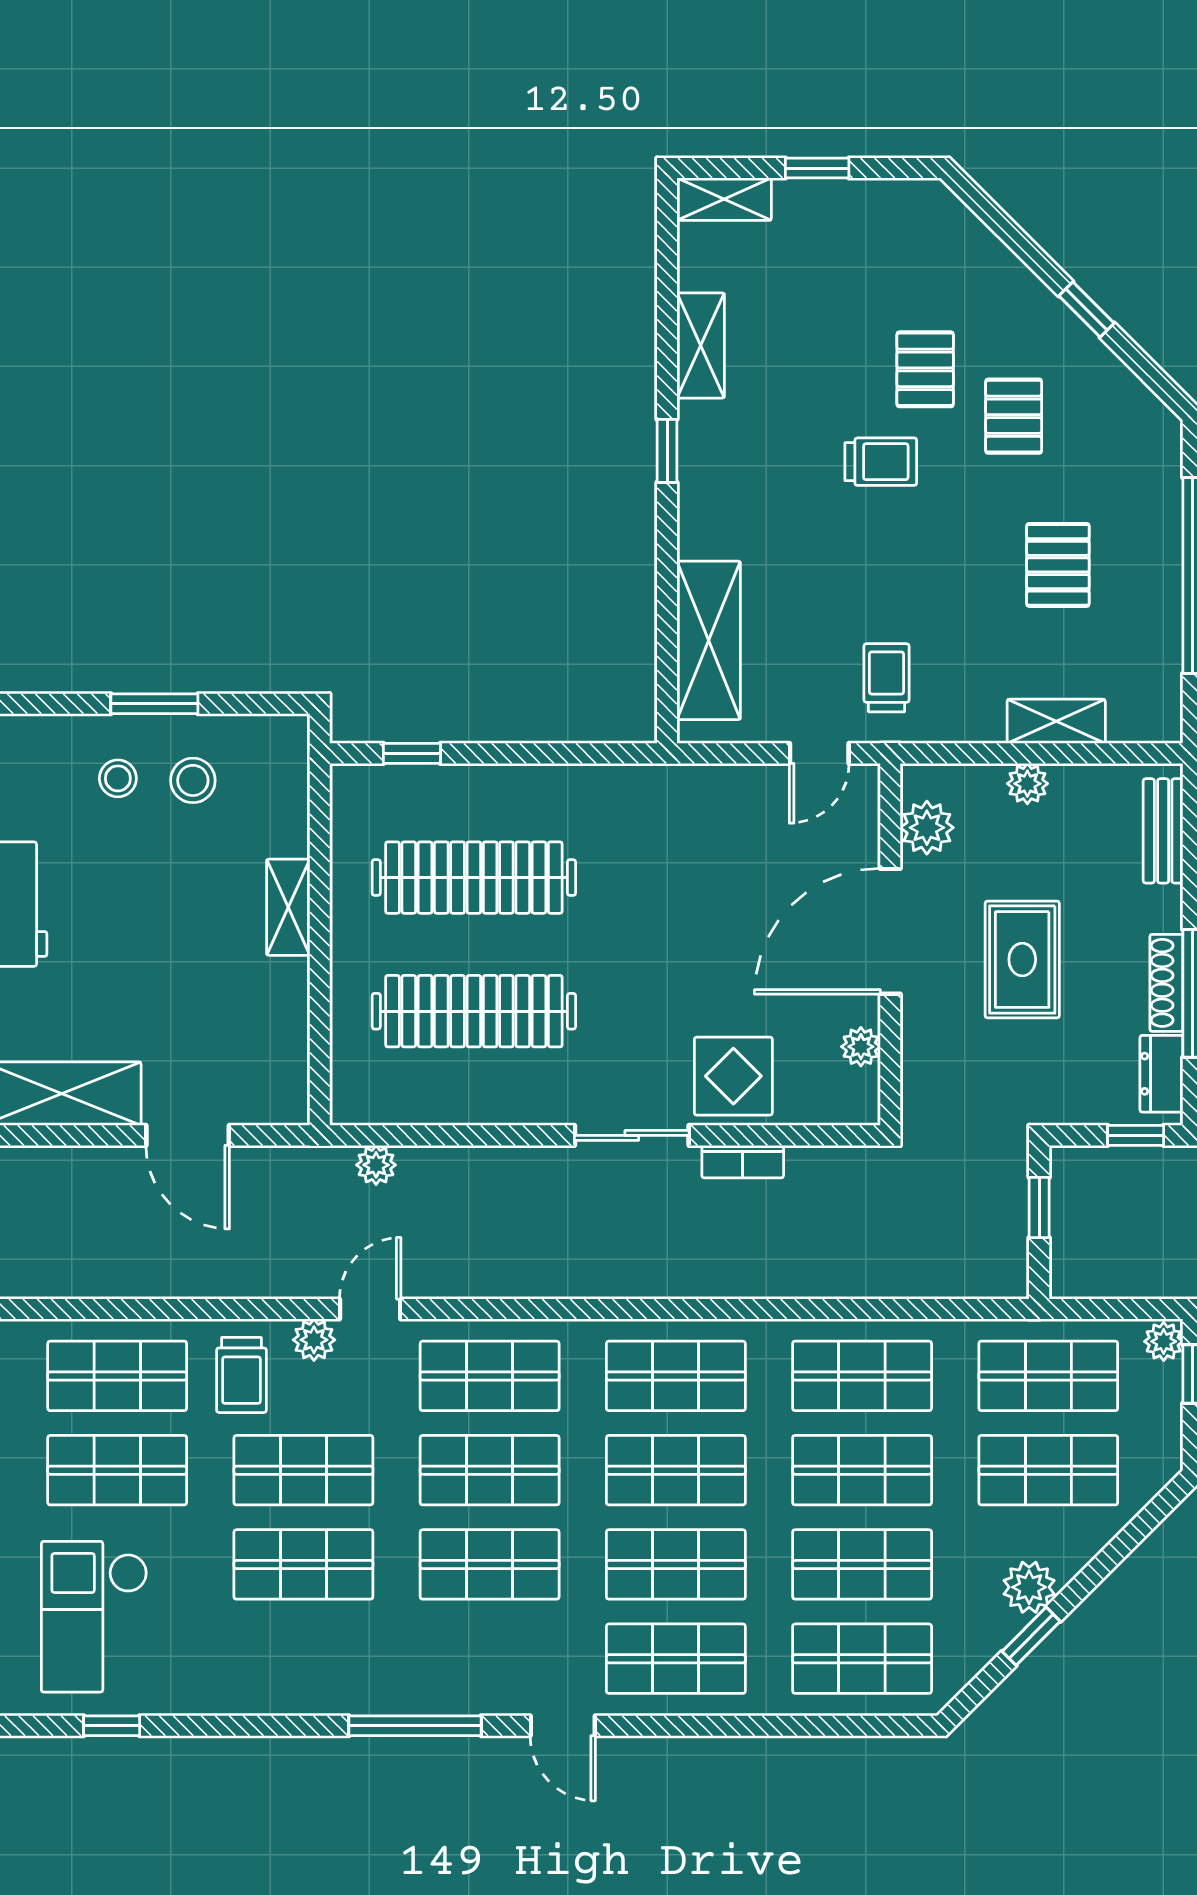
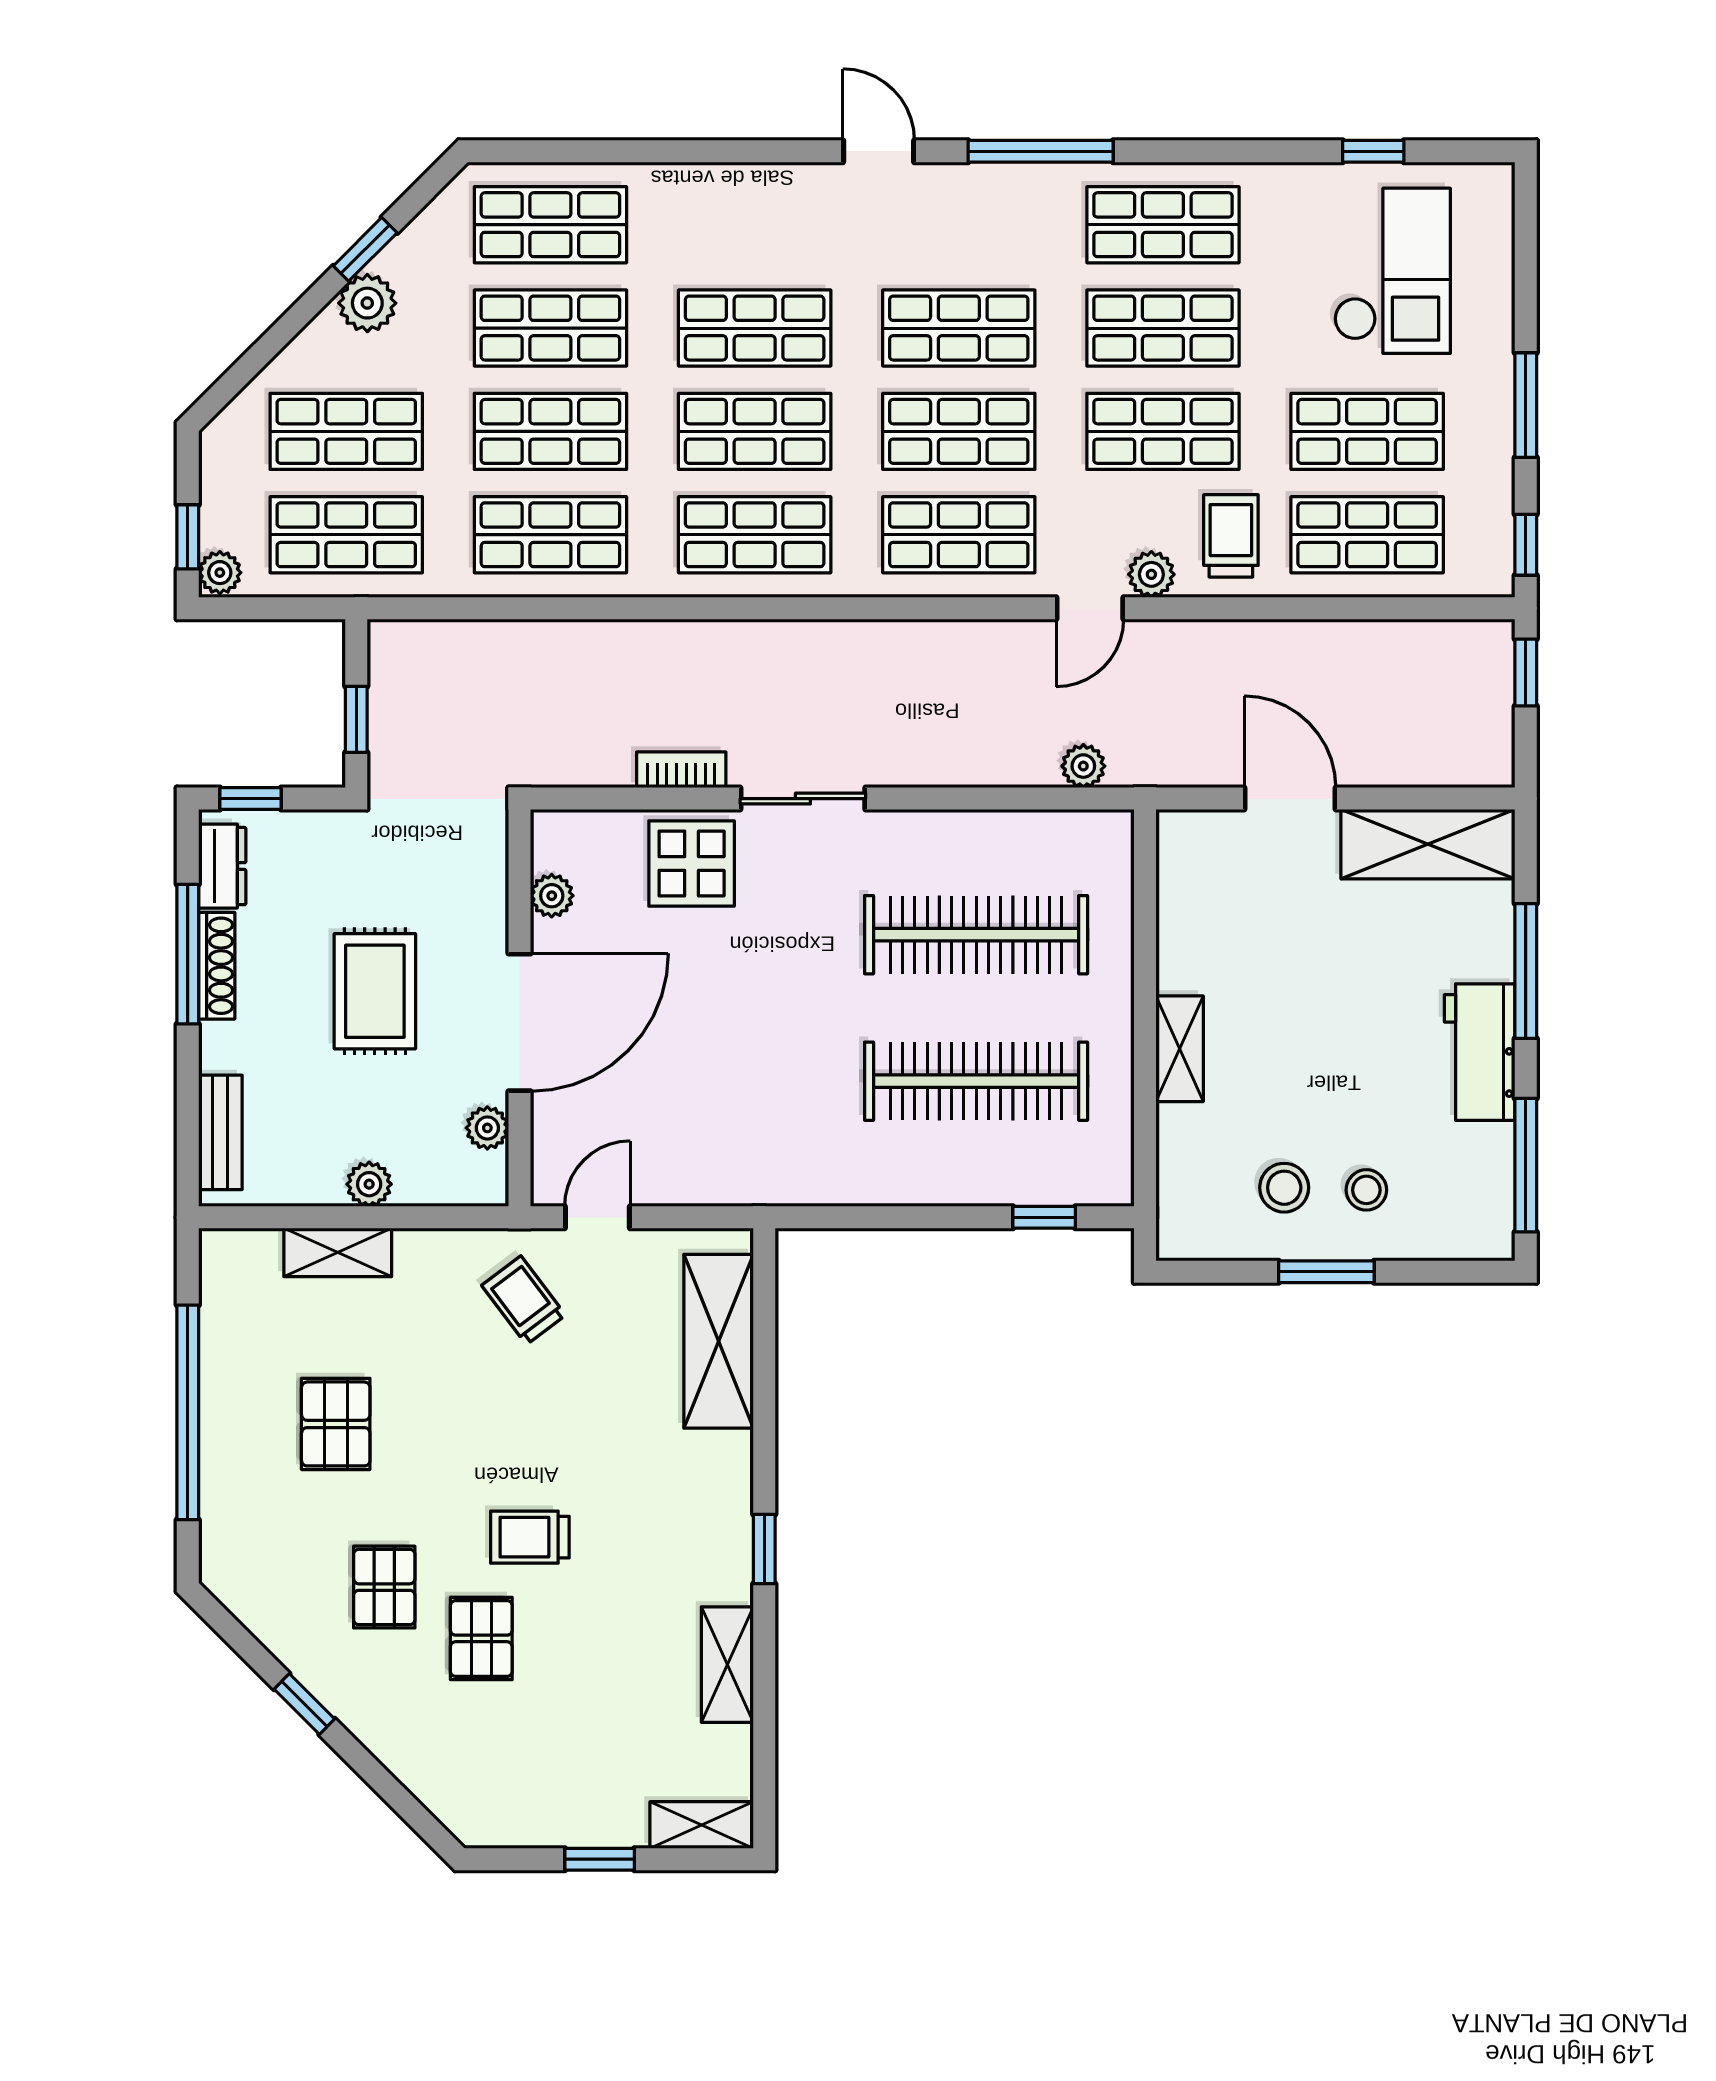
trolley: (887, 678) -> (524, 1300), turned 143
plant: (927, 828) -> (487, 1128), width x0.73, depth x0.73
shop shelf: (676, 1659) -> (1163, 225), moved

